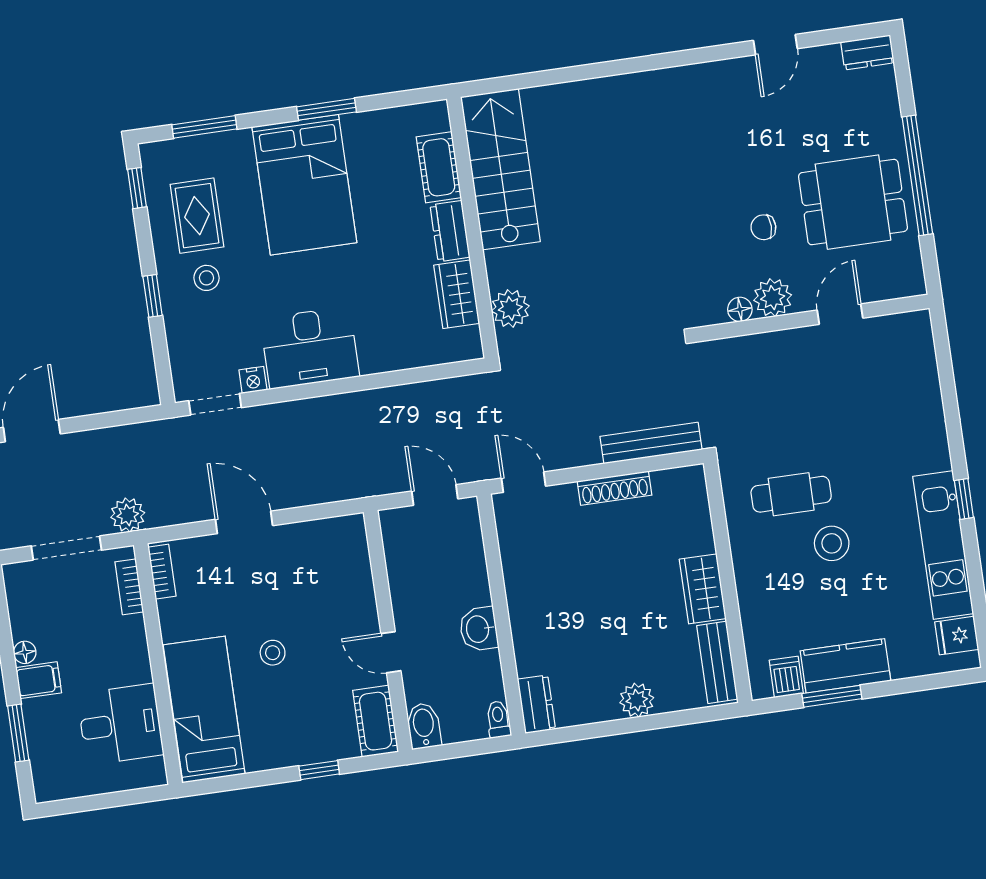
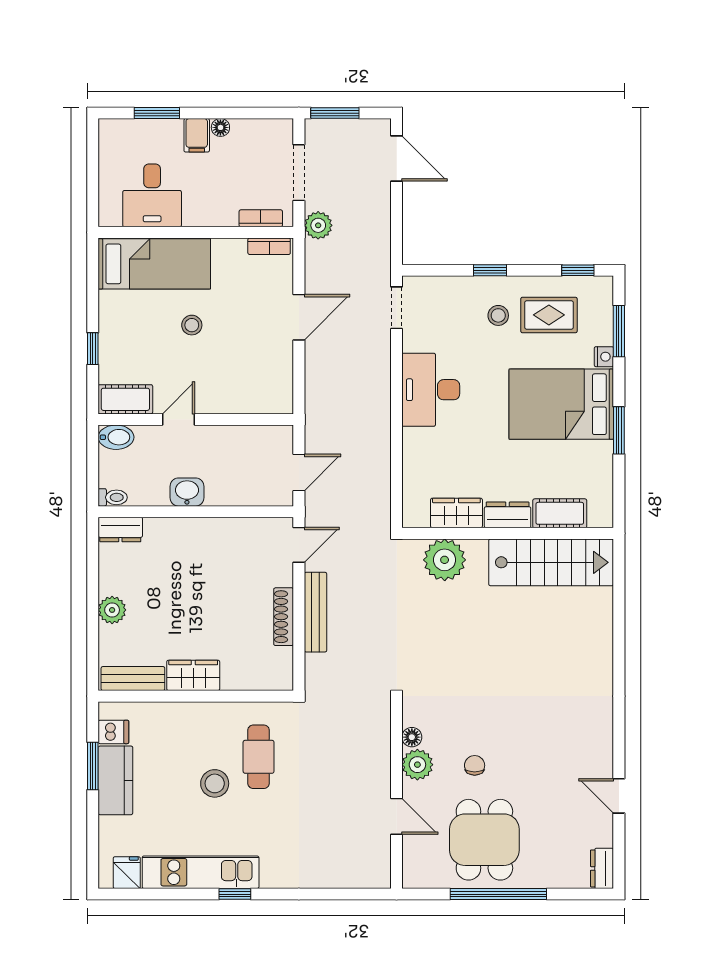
plant: (510, 308) -> (445, 560), width x1.36, depth x1.36
nightstand: (253, 380) -> (604, 357), moved, turned 180
bench: (651, 443) -> (316, 612), moved

